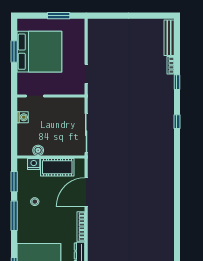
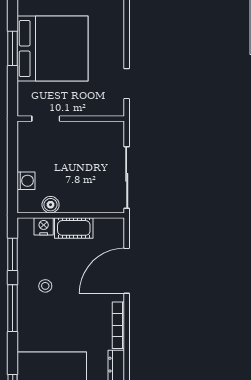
washing machine: (23, 117) -> (26, 181), moved
cot: (57, 167) -> (74, 228), width x0.73, depth x0.75

